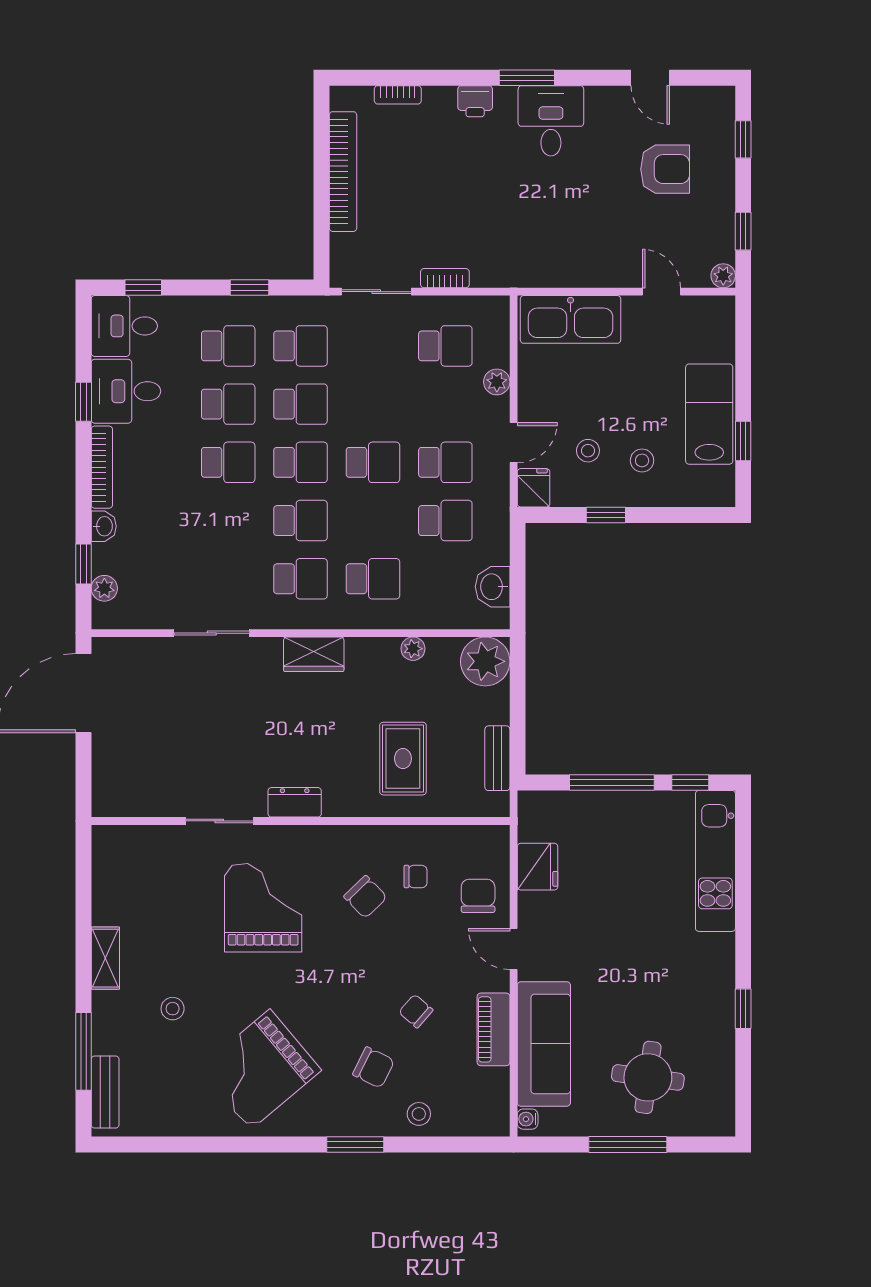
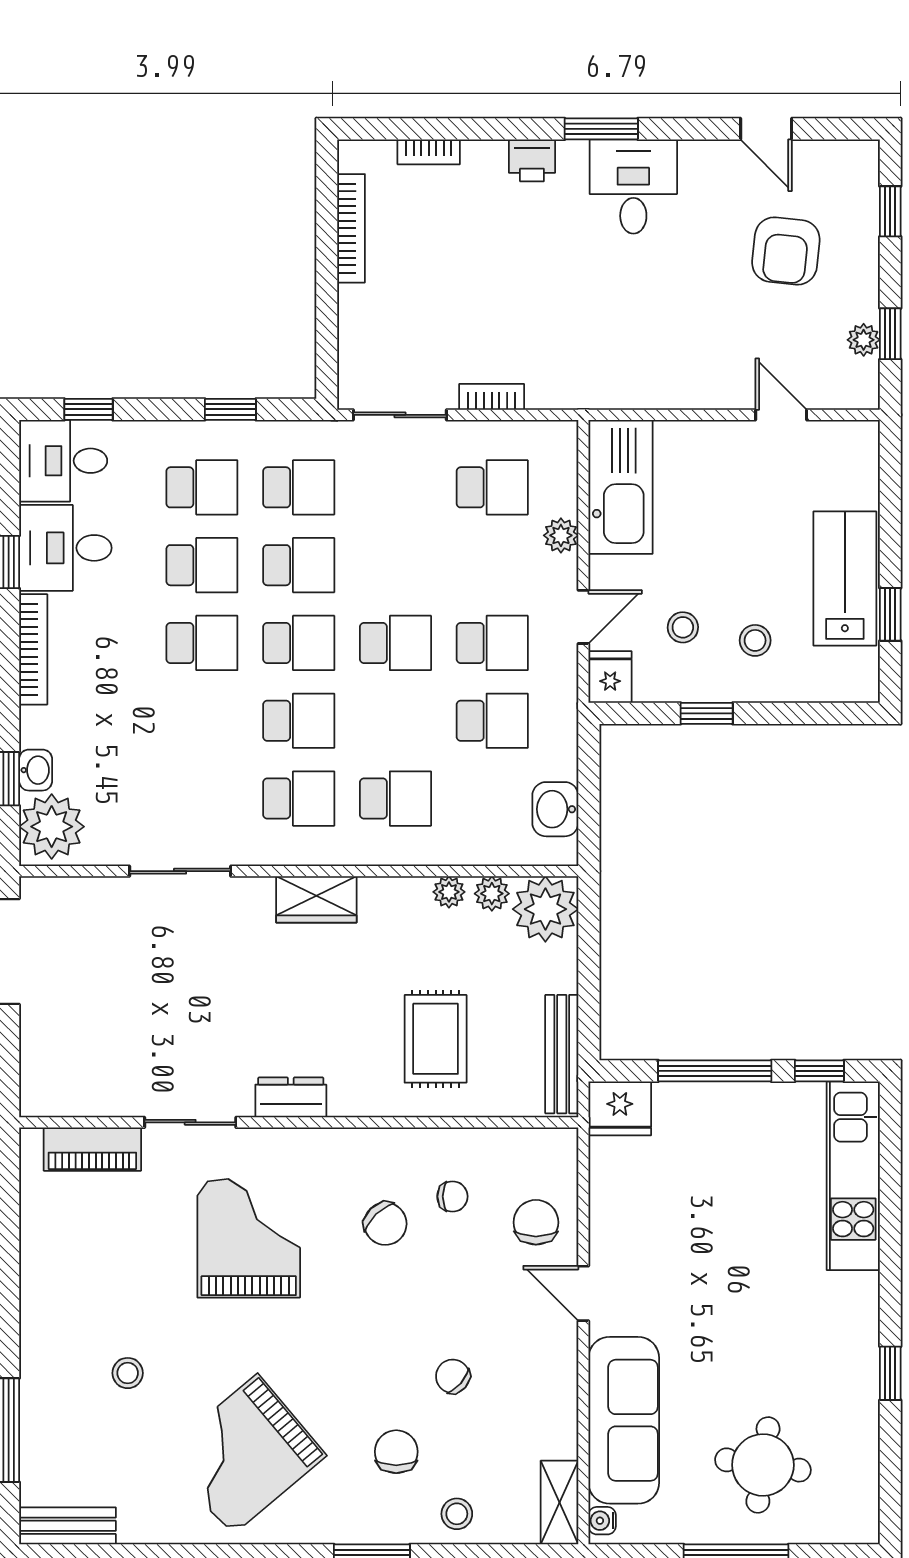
armchair: (665, 169) -> (786, 251), turned 96
bookcase: (343, 172) -> (351, 228), width x0.68, depth x0.76
plant: (723, 276) -> (864, 340), moved
kitchen sink: (571, 319) -> (621, 487), moved, turned -90
washbasin: (104, 526) -> (36, 770), moved
plant: (104, 588) -> (52, 827), width x1.88, depth x1.88
plant: (445, 650) -> (492, 894), added
bench: (497, 758) -> (562, 1054), width x1.36
fridge: (538, 867) -> (620, 1108), moved, turned 90
shelving: (105, 958) -> (560, 1502), moved
piano: (494, 1029) -> (92, 1149), moved, turned -90
chair: (374, 1067) -> (396, 1452), turned -116
bench: (105, 1092) -> (67, 1526), moved, turned 90

